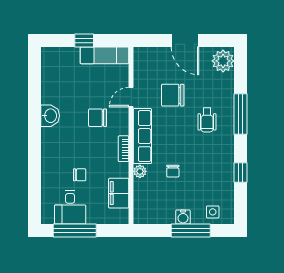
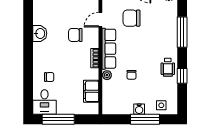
wheelchair: (207, 120) -> (168, 67), moved
chair: (80, 175) -> (49, 77), moved
desk: (70, 207) -> (44, 102), moved

